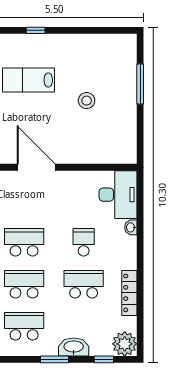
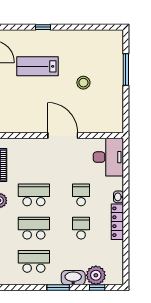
door: (36, 167) -> (63, 135), moved
washbasin: (131, 227) -> (118, 197), moved
school desk: (84, 284) -> (81, 228), width x0.54
locker: (129, 293) -> (117, 222), moved
plant: (125, 344) -> (96, 275), moved

